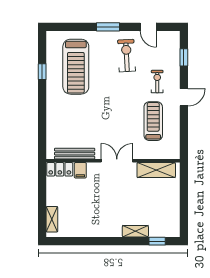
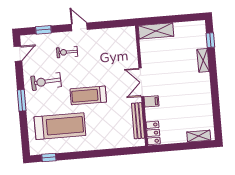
door: (148, 27) -> (18, 54), moved
window: (42, 72) -> (49, 158), moved
treadmill: (153, 121) -> (88, 95), moved
filing cabinet: (80, 170) -> (151, 101), moved
shelving: (156, 170) -> (156, 31), moved, turned 90

